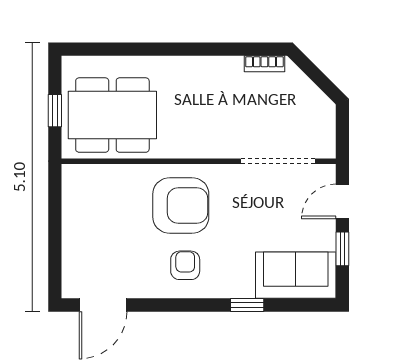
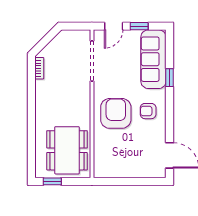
window: (55, 111) -> (52, 181), moved
door: (342, 201) -> (114, 26), hinge flipped
sofa: (296, 275) -> (153, 59), width x1.36

